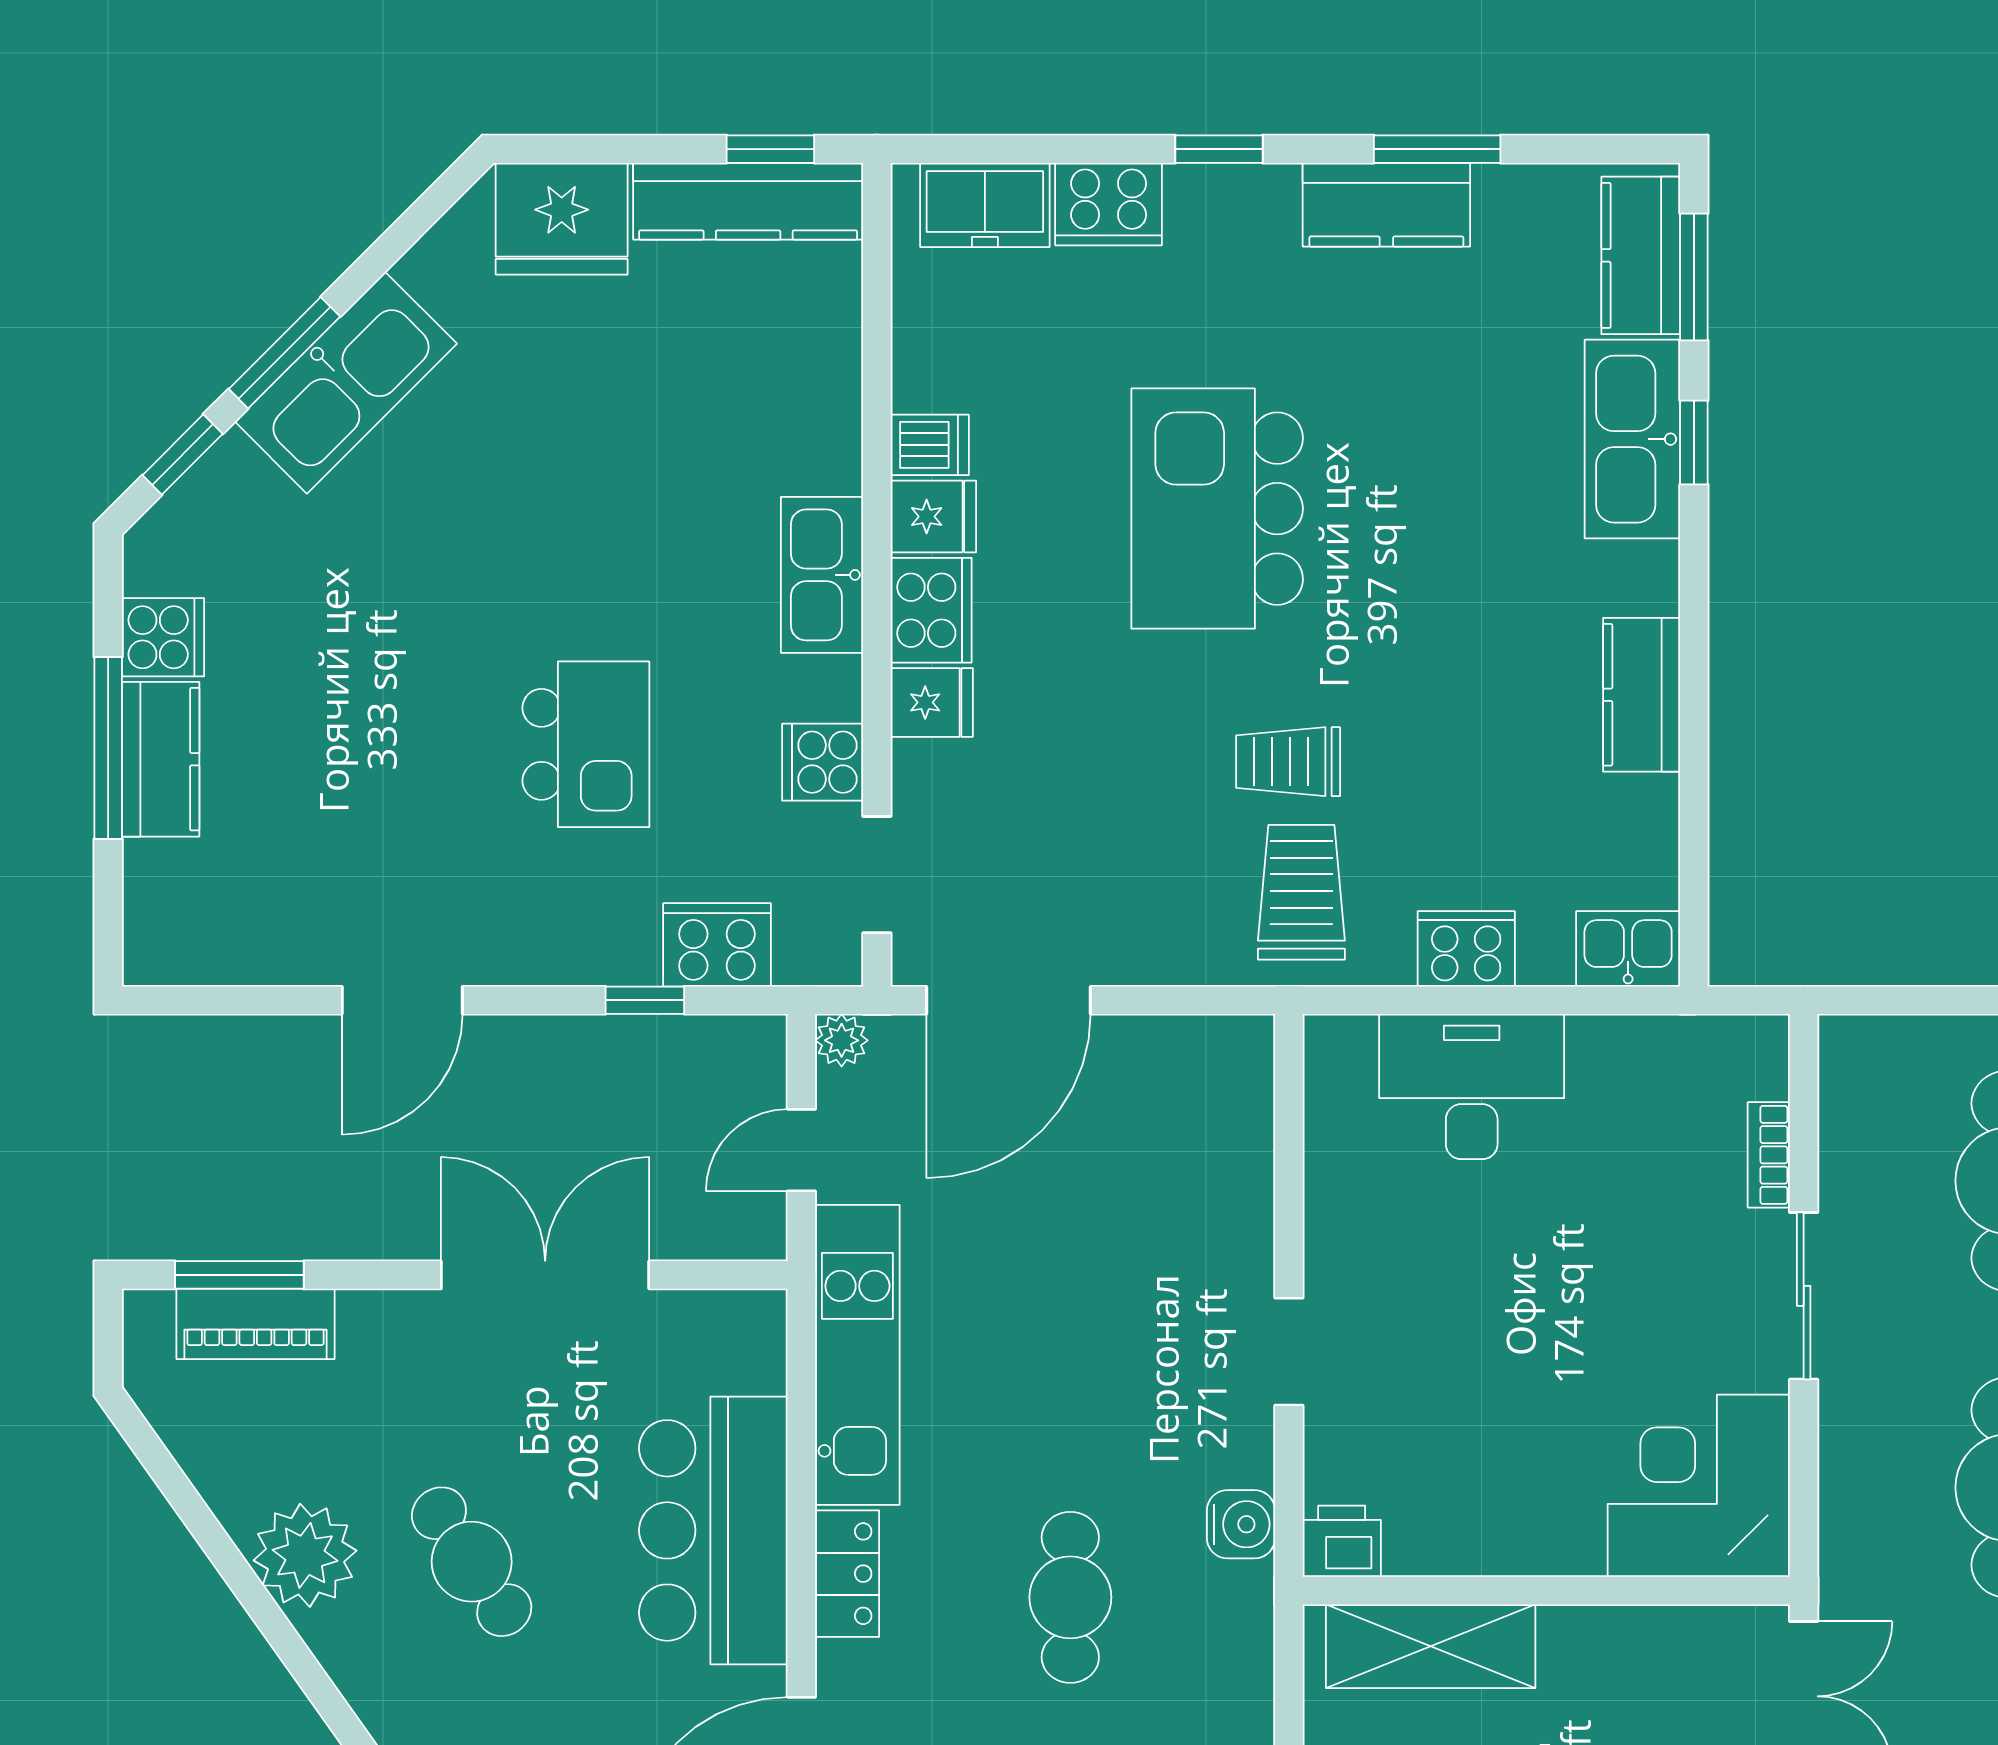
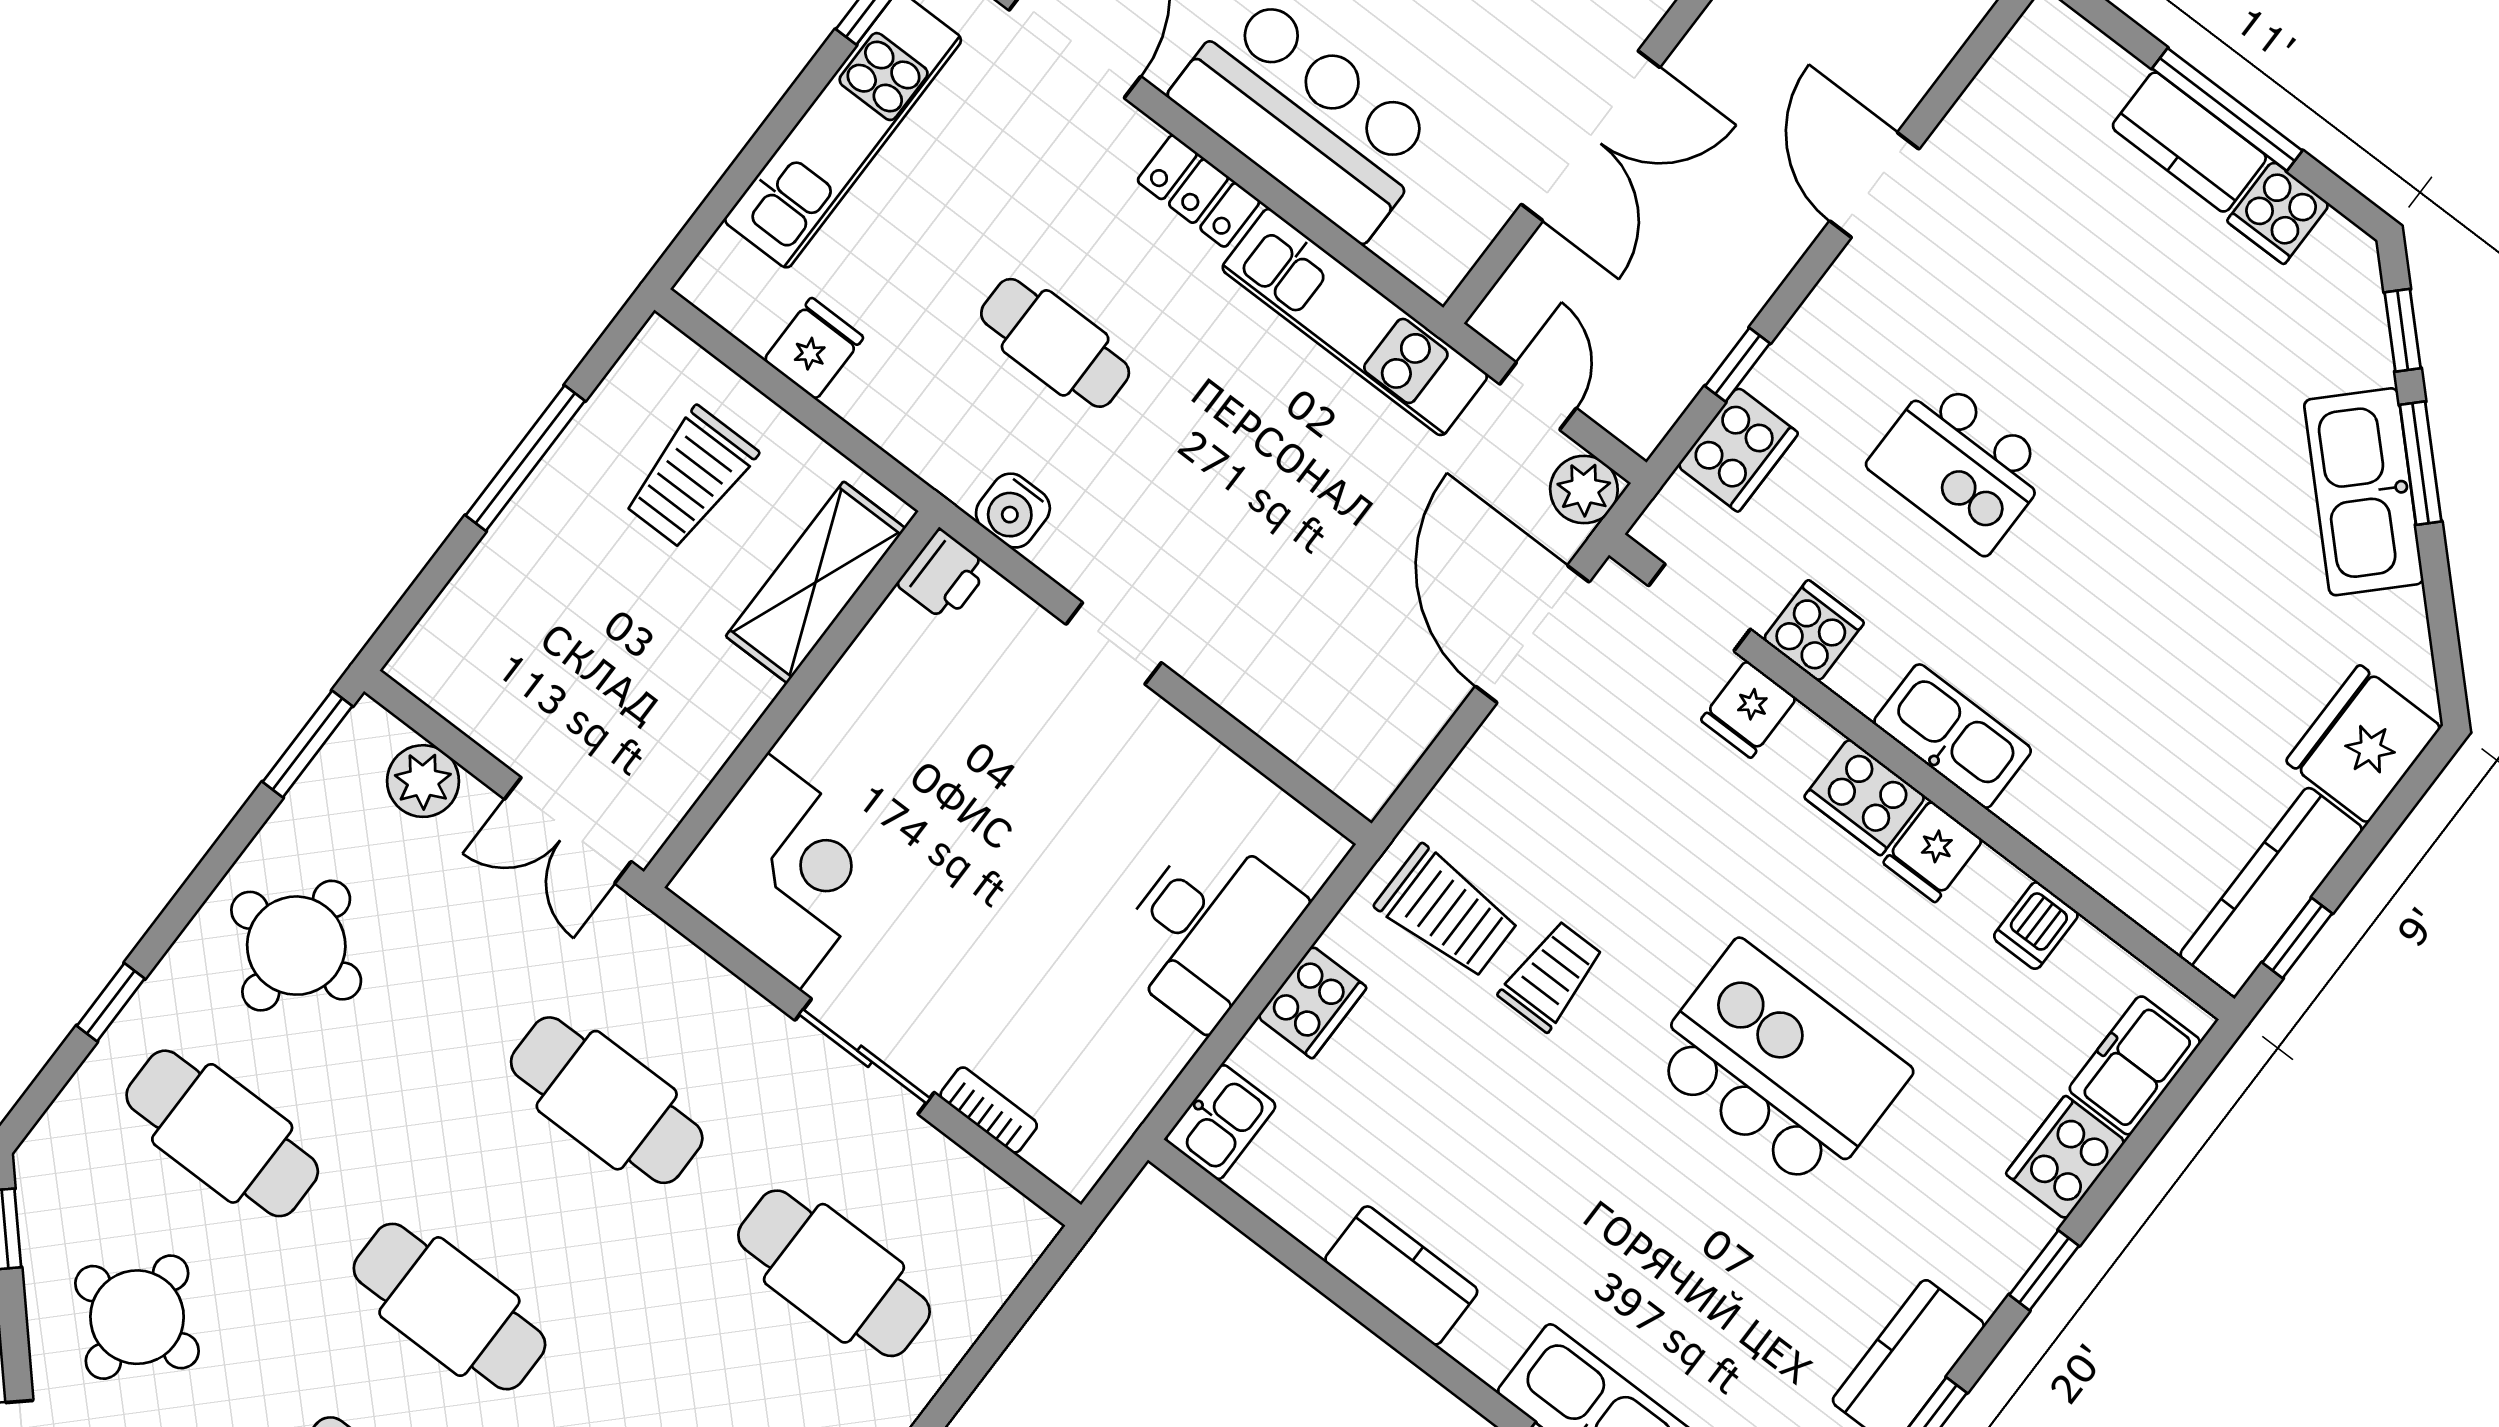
dishwasher: (930, 445) -> (2036, 926), moved
fridge: (932, 702) -> (1749, 709), moved
plant: (842, 1040) -> (1584, 490), width x1.38, depth x1.38

